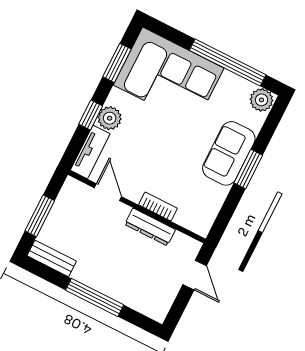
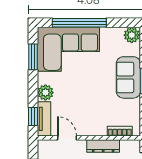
window: (228, 63) -> (79, 23), moved
window: (91, 115) -> (33, 117), moved
bookcase: (158, 206) -> (120, 131), moved

